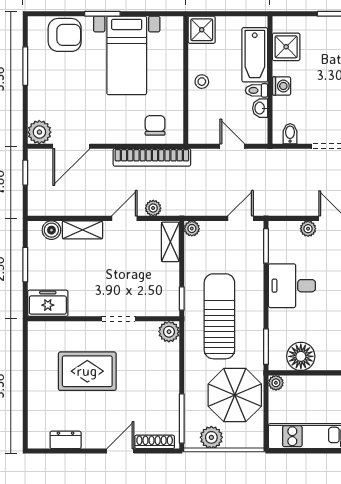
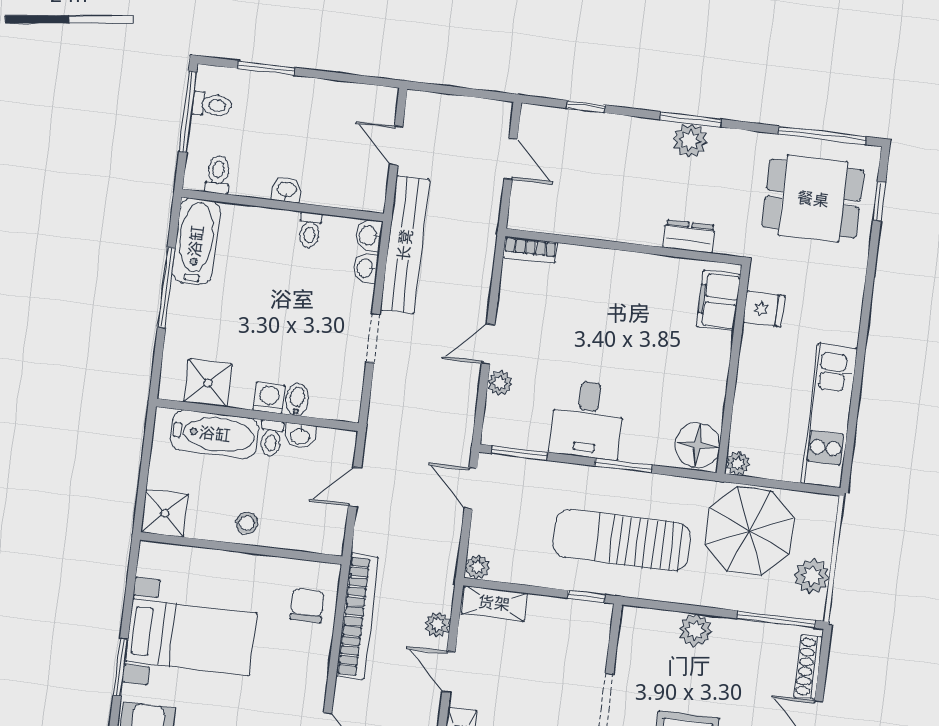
chair: (155, 125) -> (307, 605), turned 90
bidet: (290, 134) -> (297, 399), moved, turned 90
plant: (169, 332) -> (695, 630), moved
window: (266, 347) -> (623, 466), moved
floor lamp: (301, 356) -> (698, 445), moved

